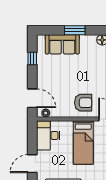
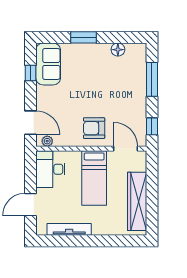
sofa: (62, 44) -> (48, 64), moved, turned -90
armchair: (83, 103) -> (94, 128), turned 180

